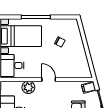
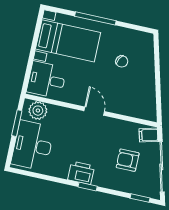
plant: (28, 87) -> (38, 111), moved

